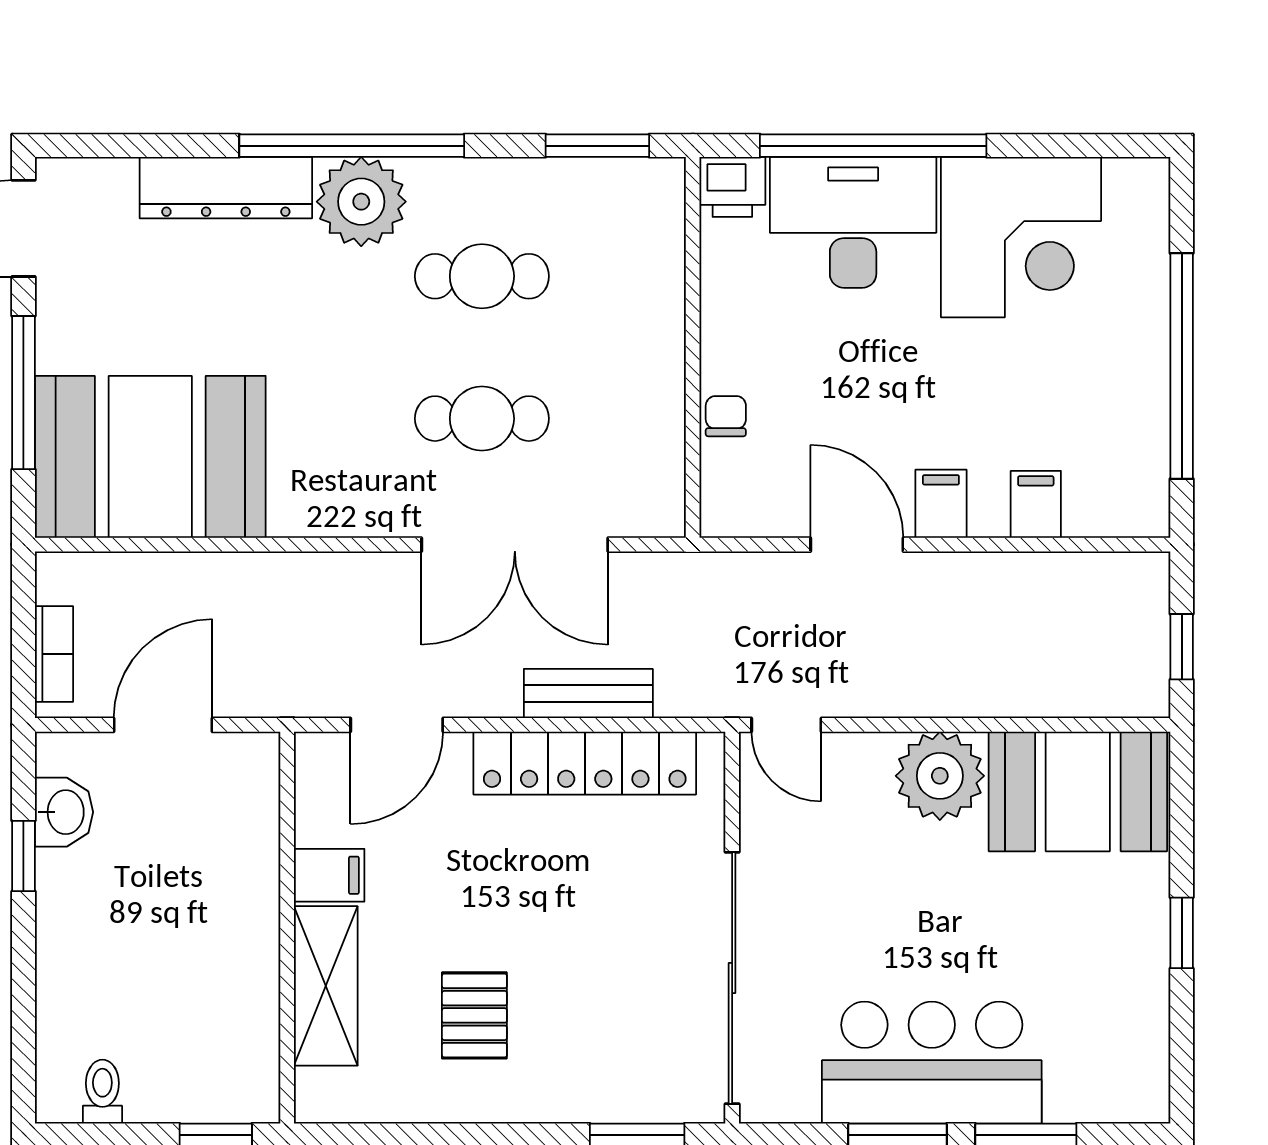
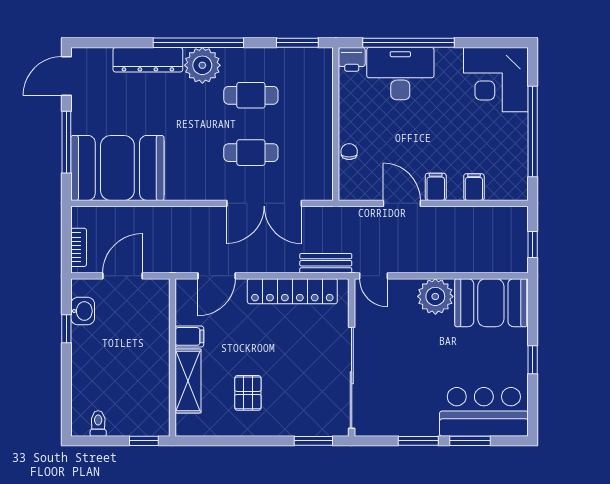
corner desk: (1021, 237) -> (496, 80), moved, turned 90
bench: (588, 693) -> (326, 263), moved
bar counter: (932, 1063) -> (484, 412), moved

